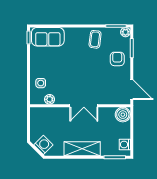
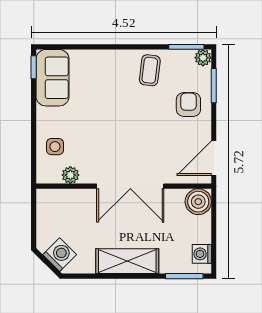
sofa: (48, 37) -> (52, 78), moved, turned -90
door: (132, 90) -> (214, 158), swing flipped
double door: (84, 106) -> (130, 186), width x1.37

